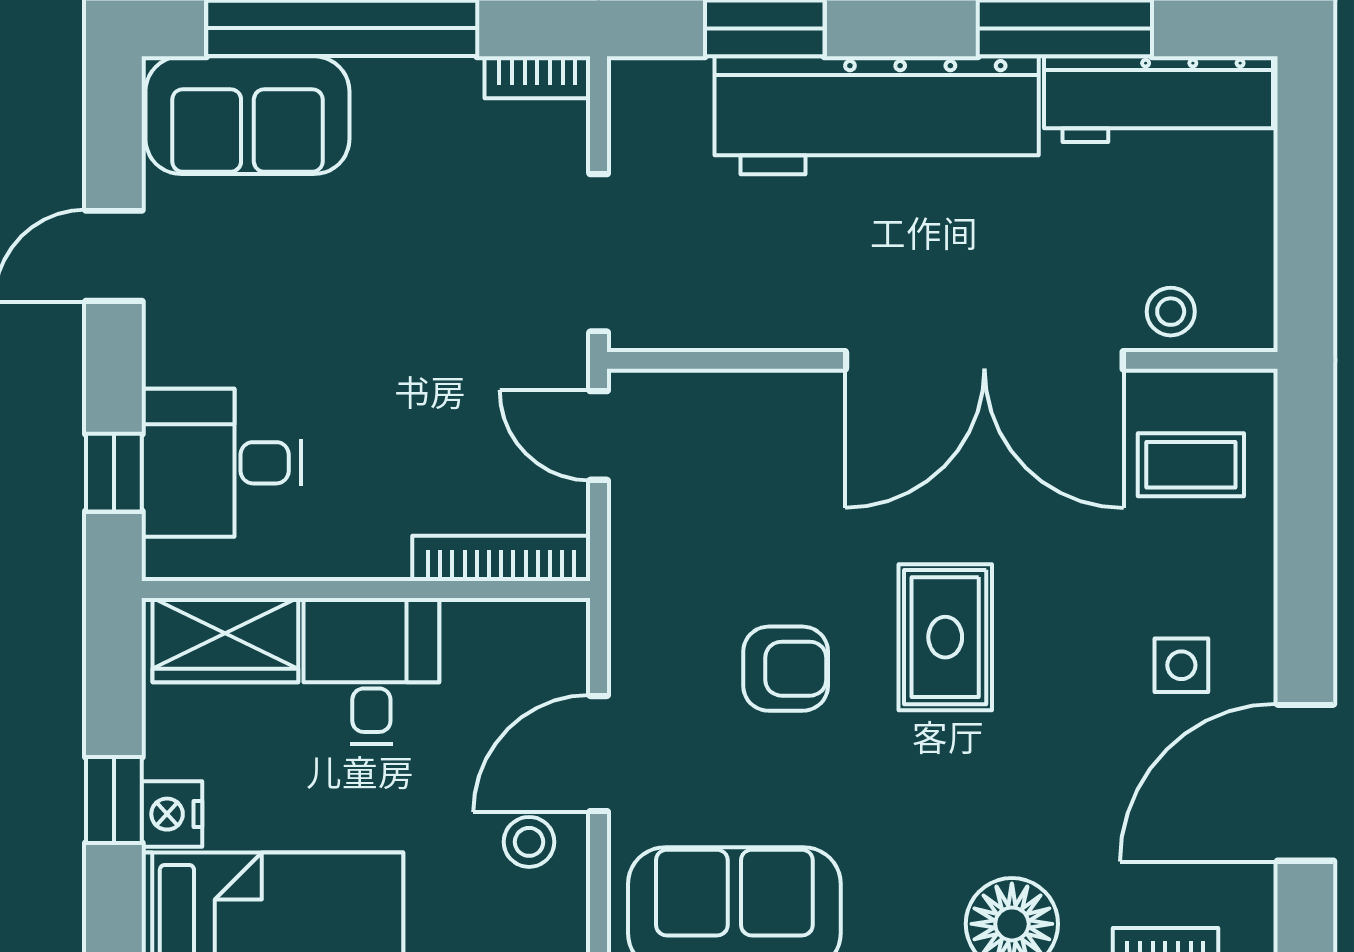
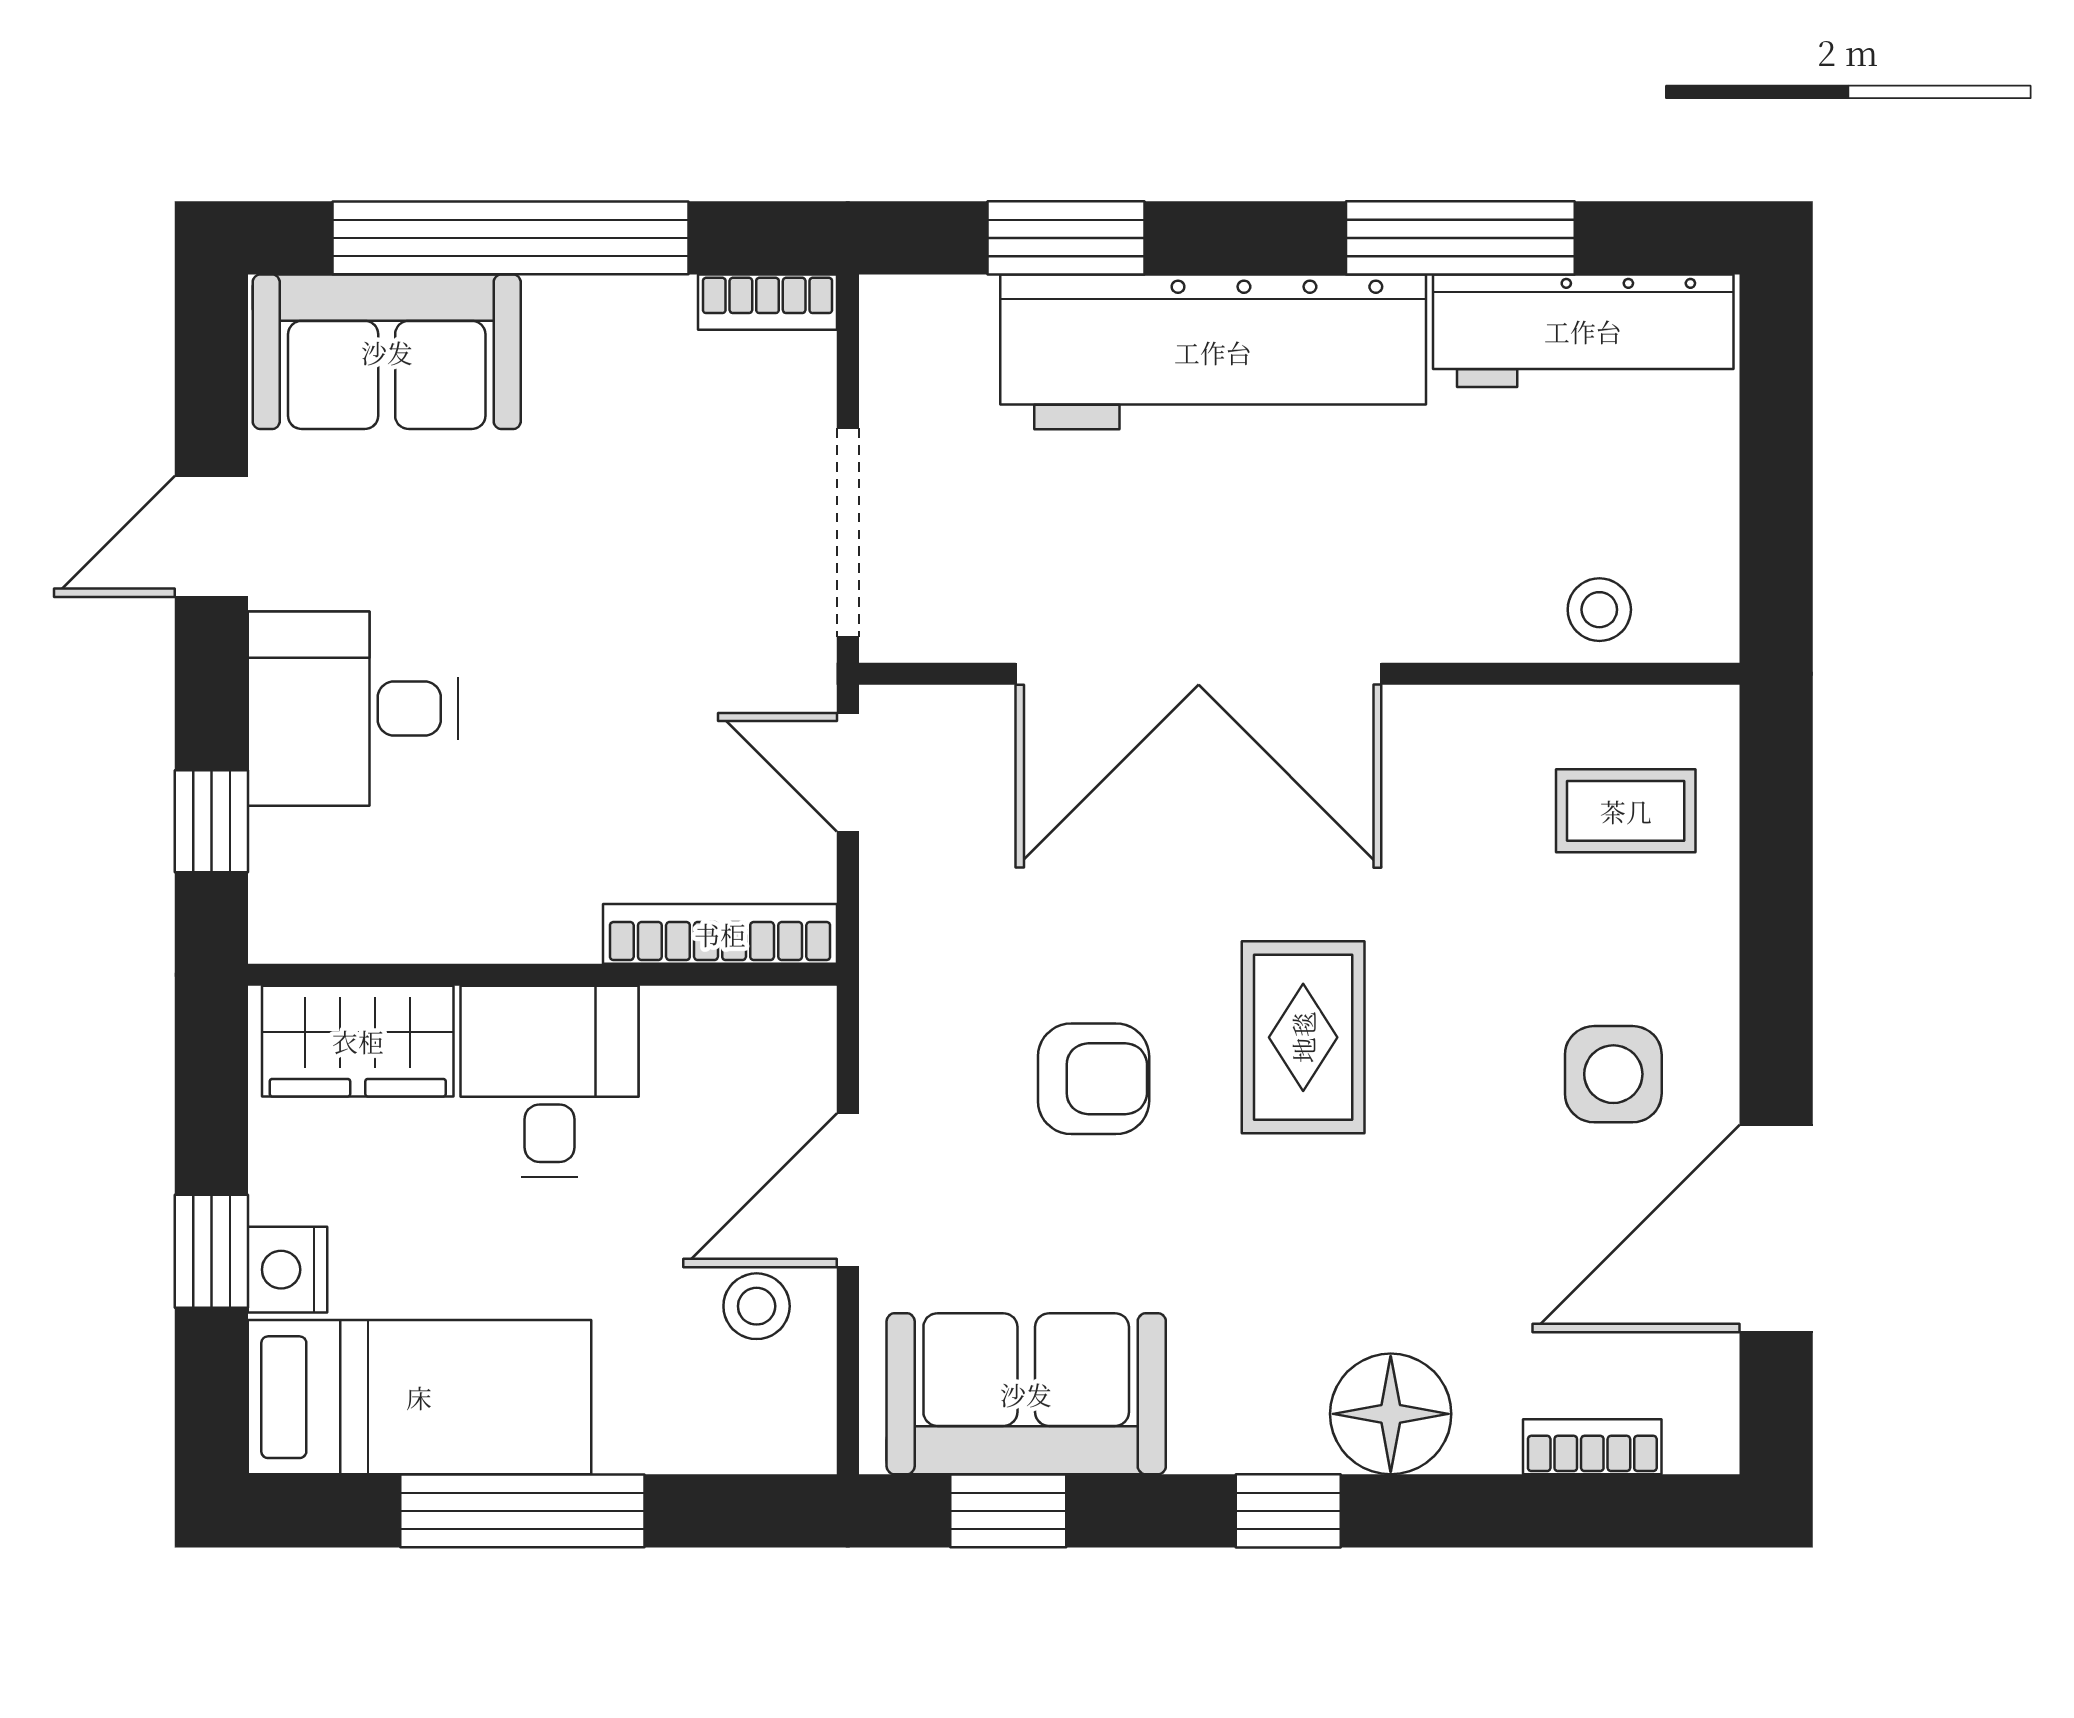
double door: (984, 360) -> (1199, 674), moved
desk: (222, 463) -> (353, 709), moved
side table: (1181, 665) -> (1613, 1074), width x1.37, depth x1.37

